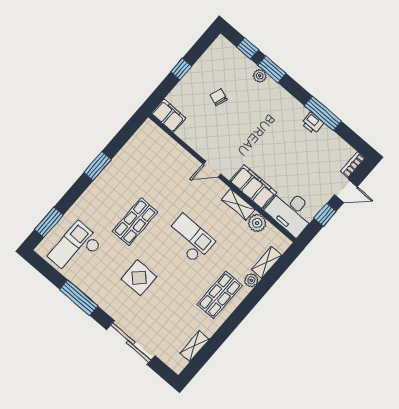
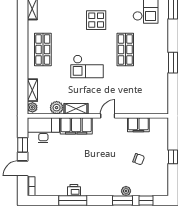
filing cabinet: (169, 116) -> (138, 125), moved
plant: (251, 280) -> (32, 107), moved

